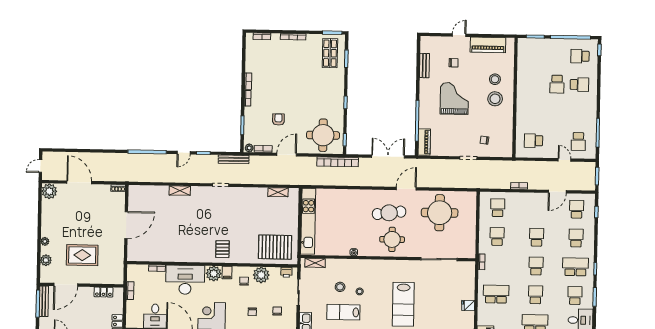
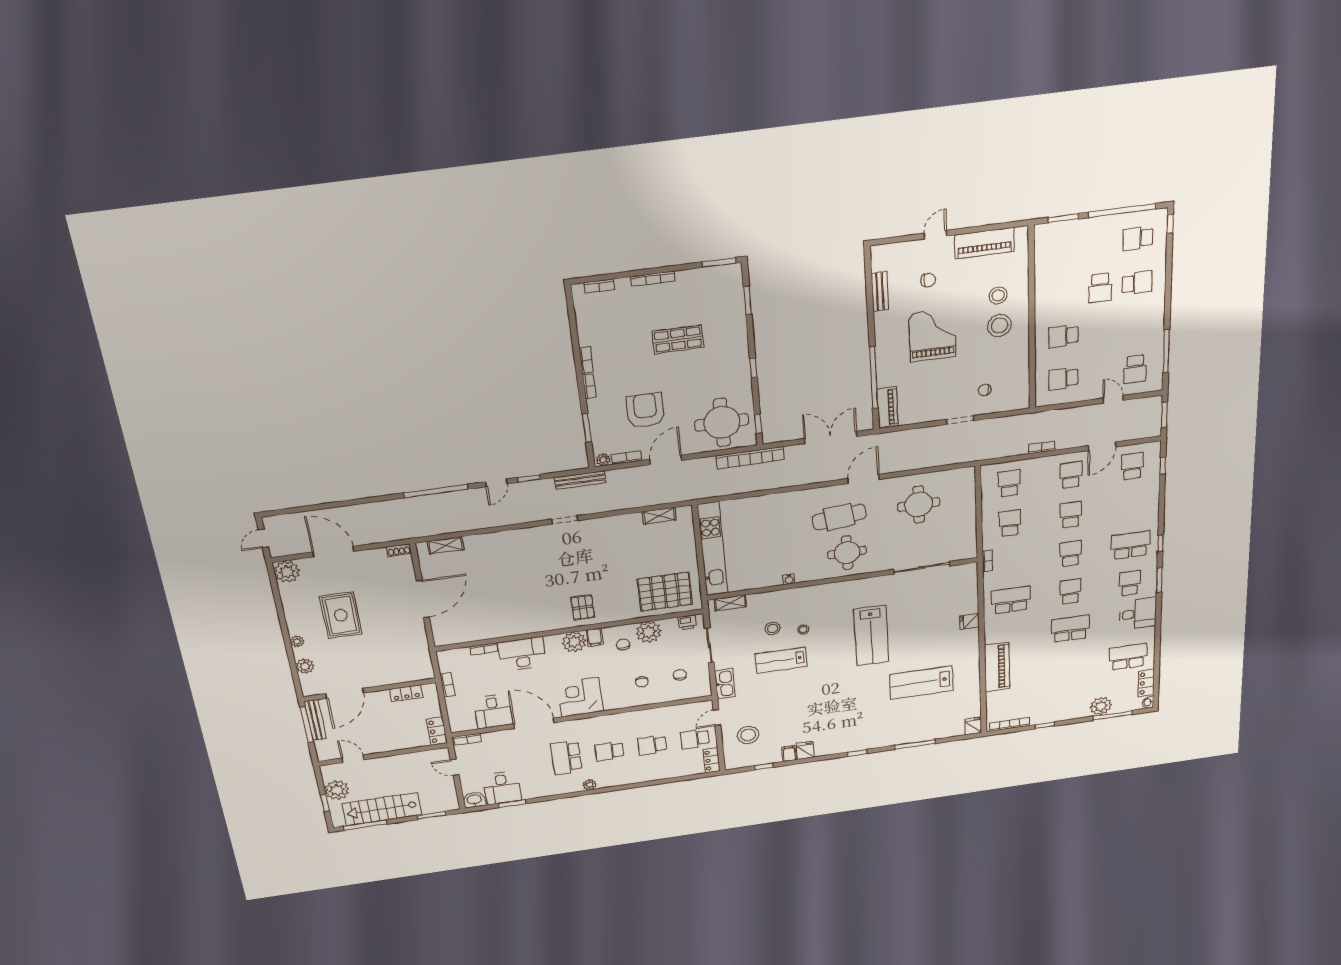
shop shelf: (330, 53) -> (678, 339), moved, turned 90
school desk: (534, 112) -> (1063, 336), added
armchair: (278, 120) -> (645, 410), width x1.88, depth x1.88
shelving: (180, 191) -> (446, 545), moved
round table: (440, 213) -> (919, 504), width x0.73, depth x0.73
school desk: (576, 238) -> (1071, 475), moved
rug: (82, 255) -> (341, 615), moved, turned 90
desk: (185, 280) -> (522, 654), width x0.73, depth x0.77

